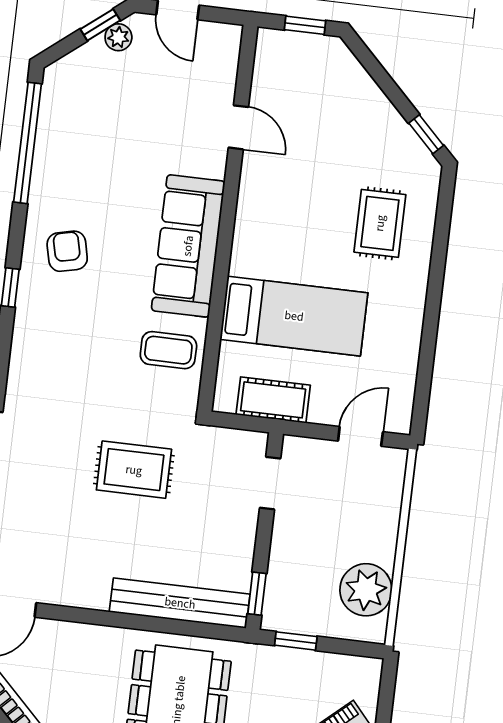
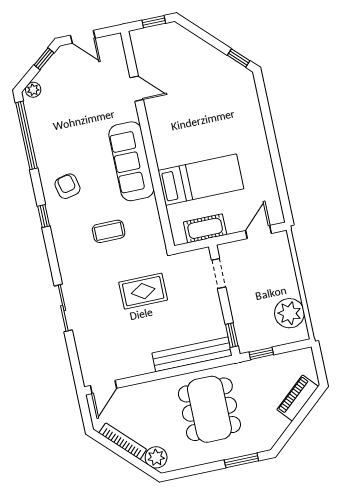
plant: (118, 37) -> (33, 90), moved
rug: (380, 223) -> (230, 114), removed
coffee table: (168, 350) -> (109, 231), moved

